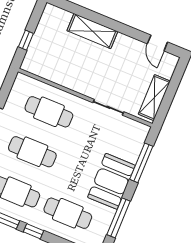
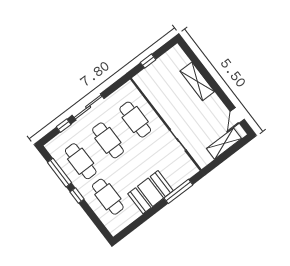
shelving: (154, 98) -> (224, 144), moved
window: (119, 218) -> (141, 220), removed

